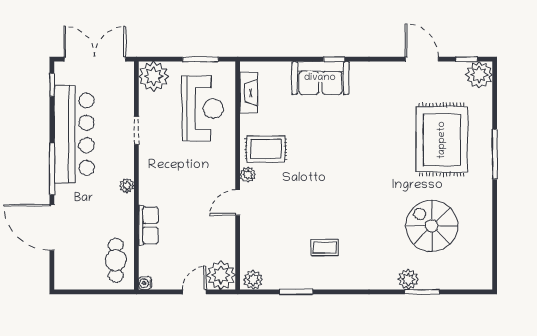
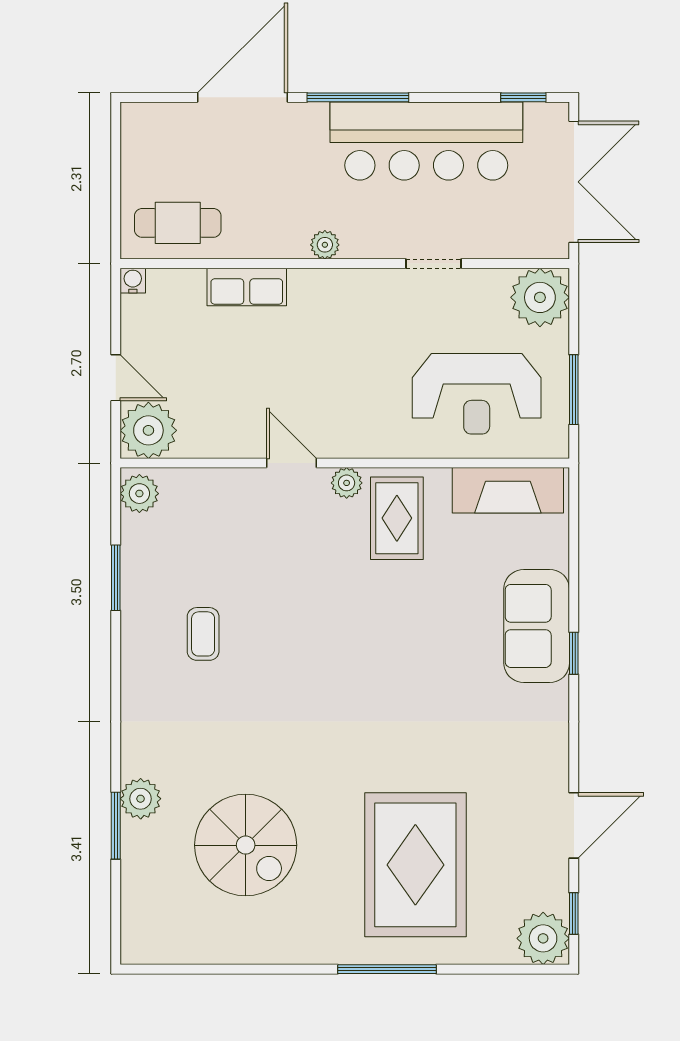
fireplace: (249, 93) -> (508, 490), width x1.37, depth x1.32
rug: (442, 140) -> (415, 865), turned 90
spiral stairs: (432, 226) -> (246, 845), turned 90

